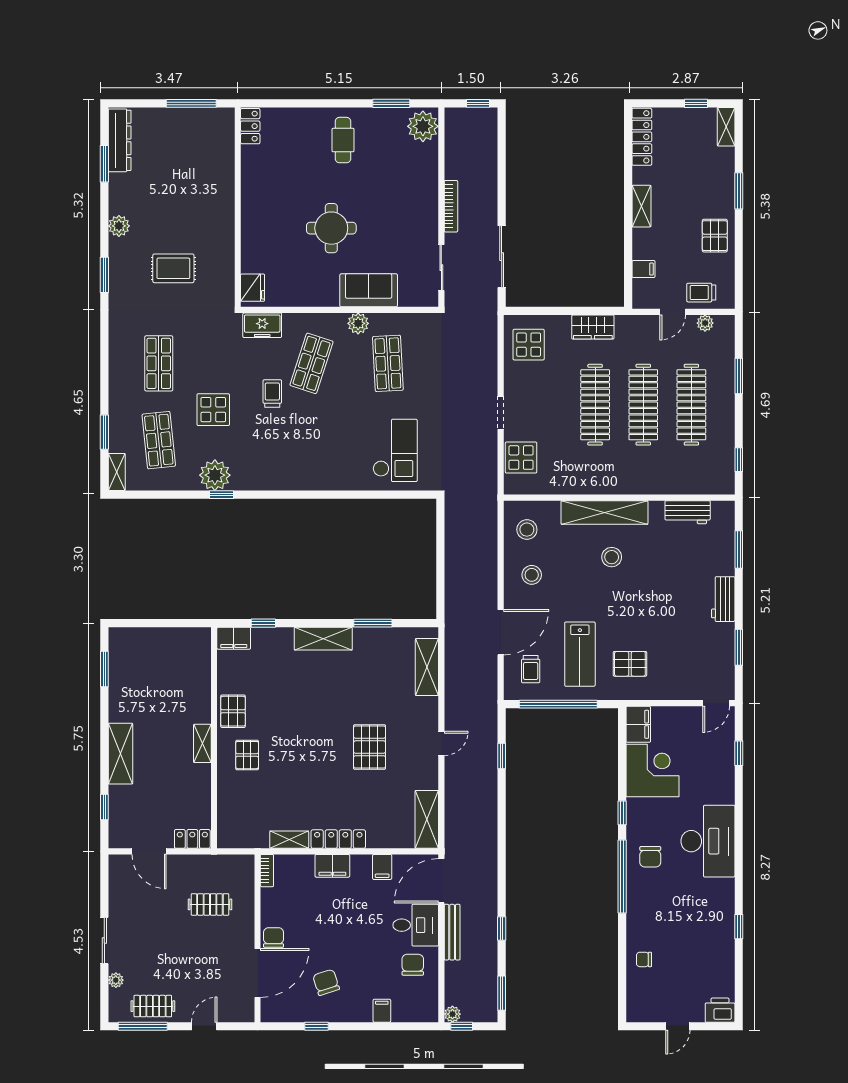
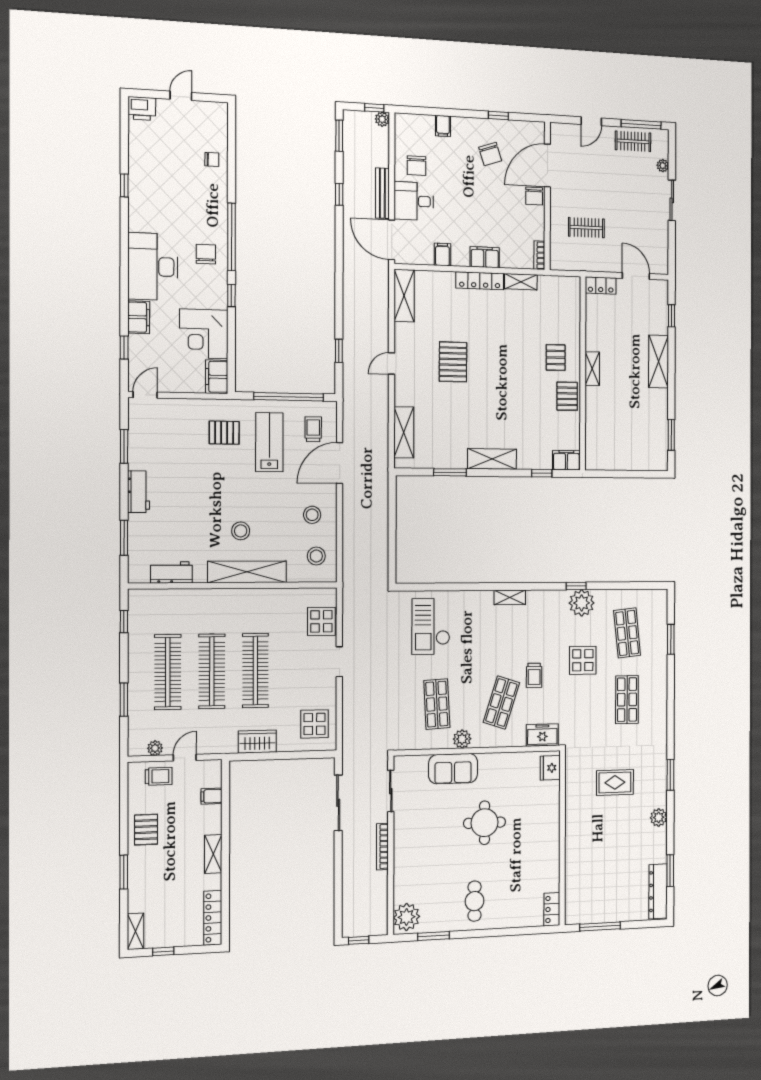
shelving: (117, 472) -> (510, 597), moved, turned 90
filing cabinet: (723, 786) -> (139, 317), added
door: (441, 881) -> (392, 240), swing flipped

